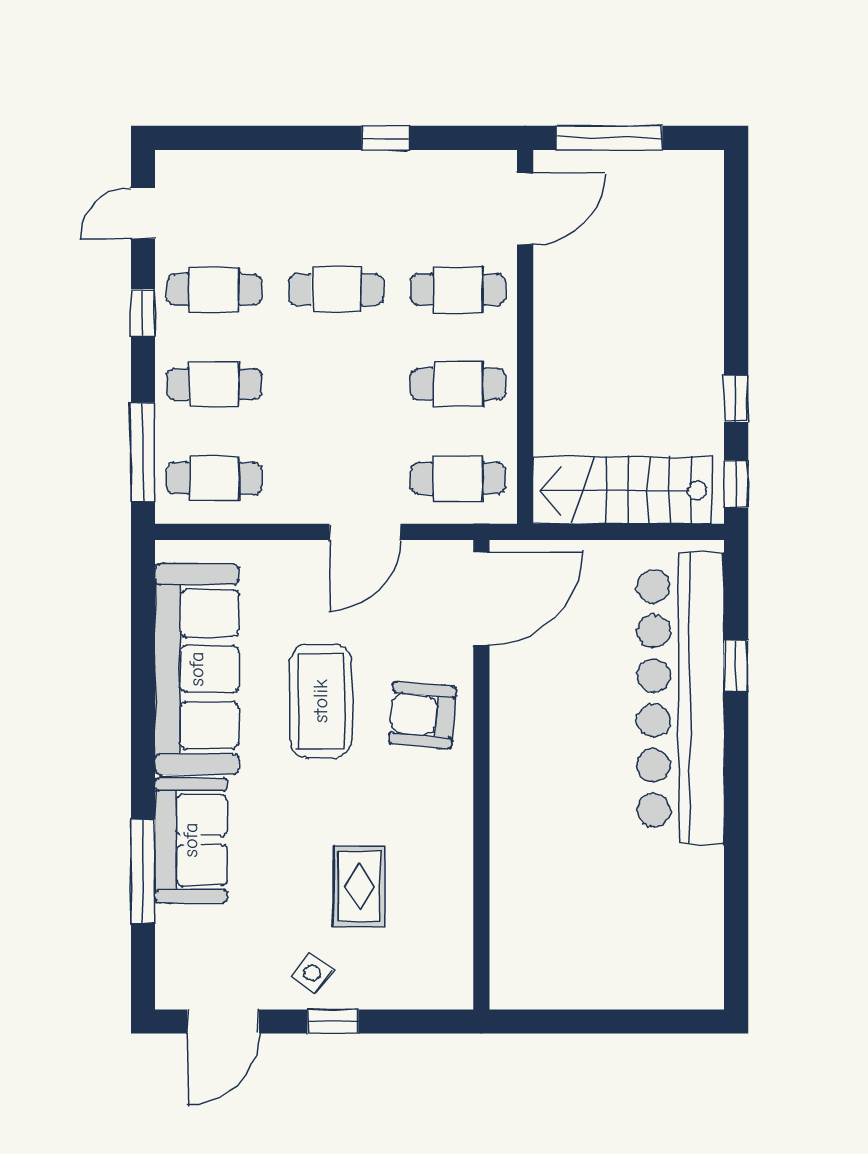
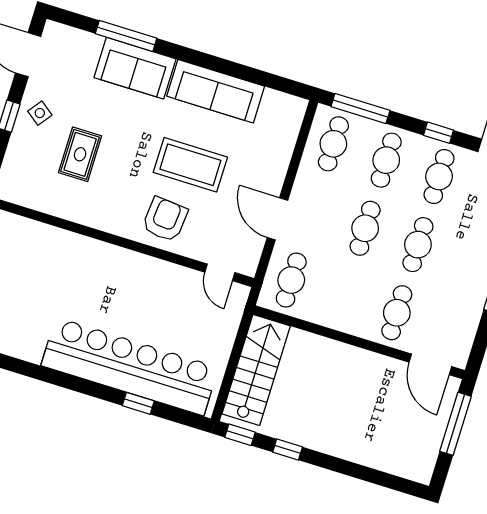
cafe table: (458, 384) -> (365, 228), moved
door: (481, 599) -> (220, 272), width x0.53
sofa: (197, 669) -> (216, 91), width x0.74, depth x0.79
rug: (359, 886) -> (80, 154), turned 90

